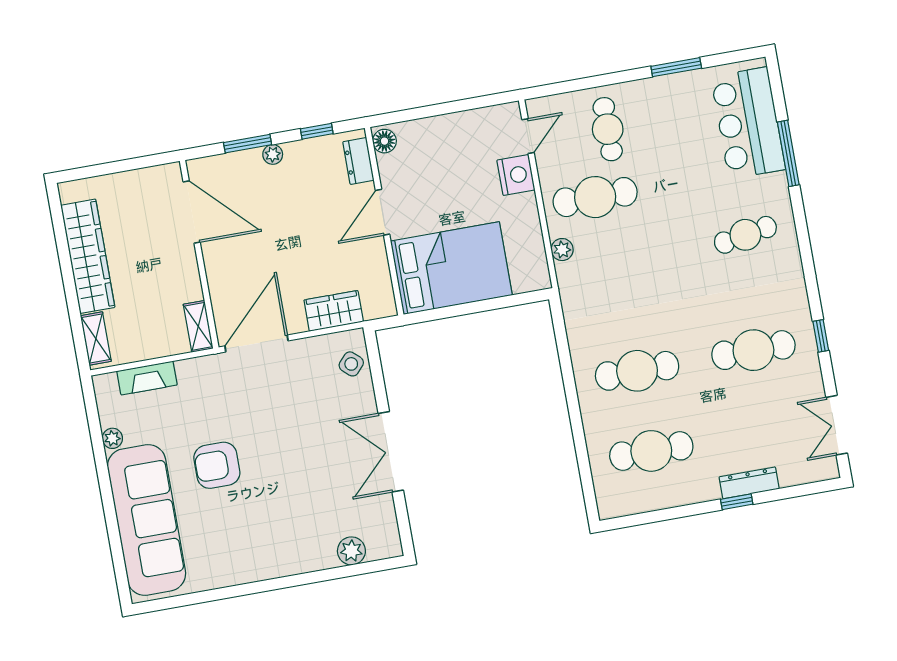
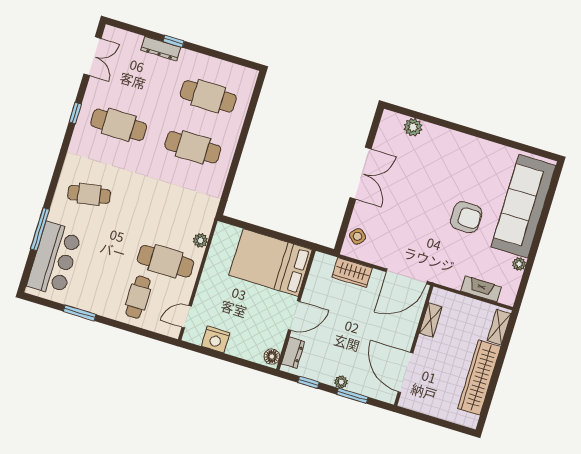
nightstand: (516, 175) -> (216, 340), moved, turned -90
shelving: (198, 326) -> (431, 320), moved

